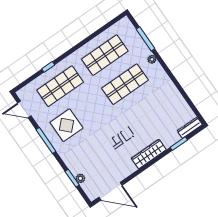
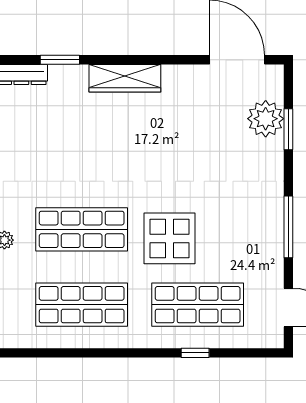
display table: (67, 125) -> (169, 238), moved
plant: (80, 178) -> (266, 119), width x1.87, depth x1.87

